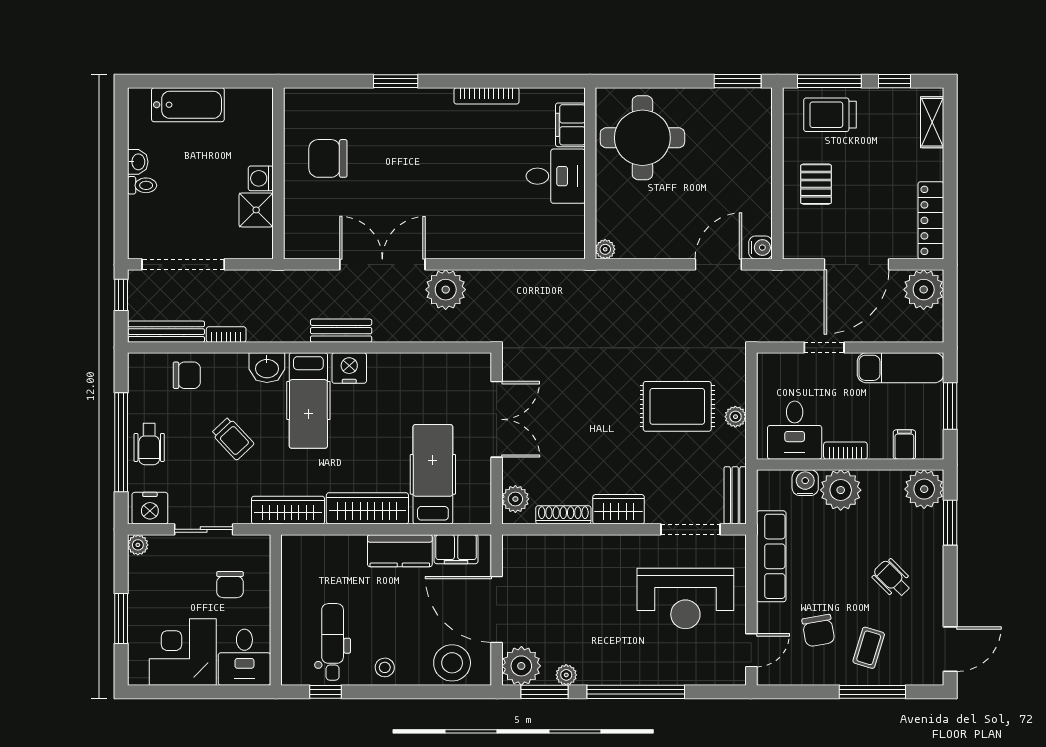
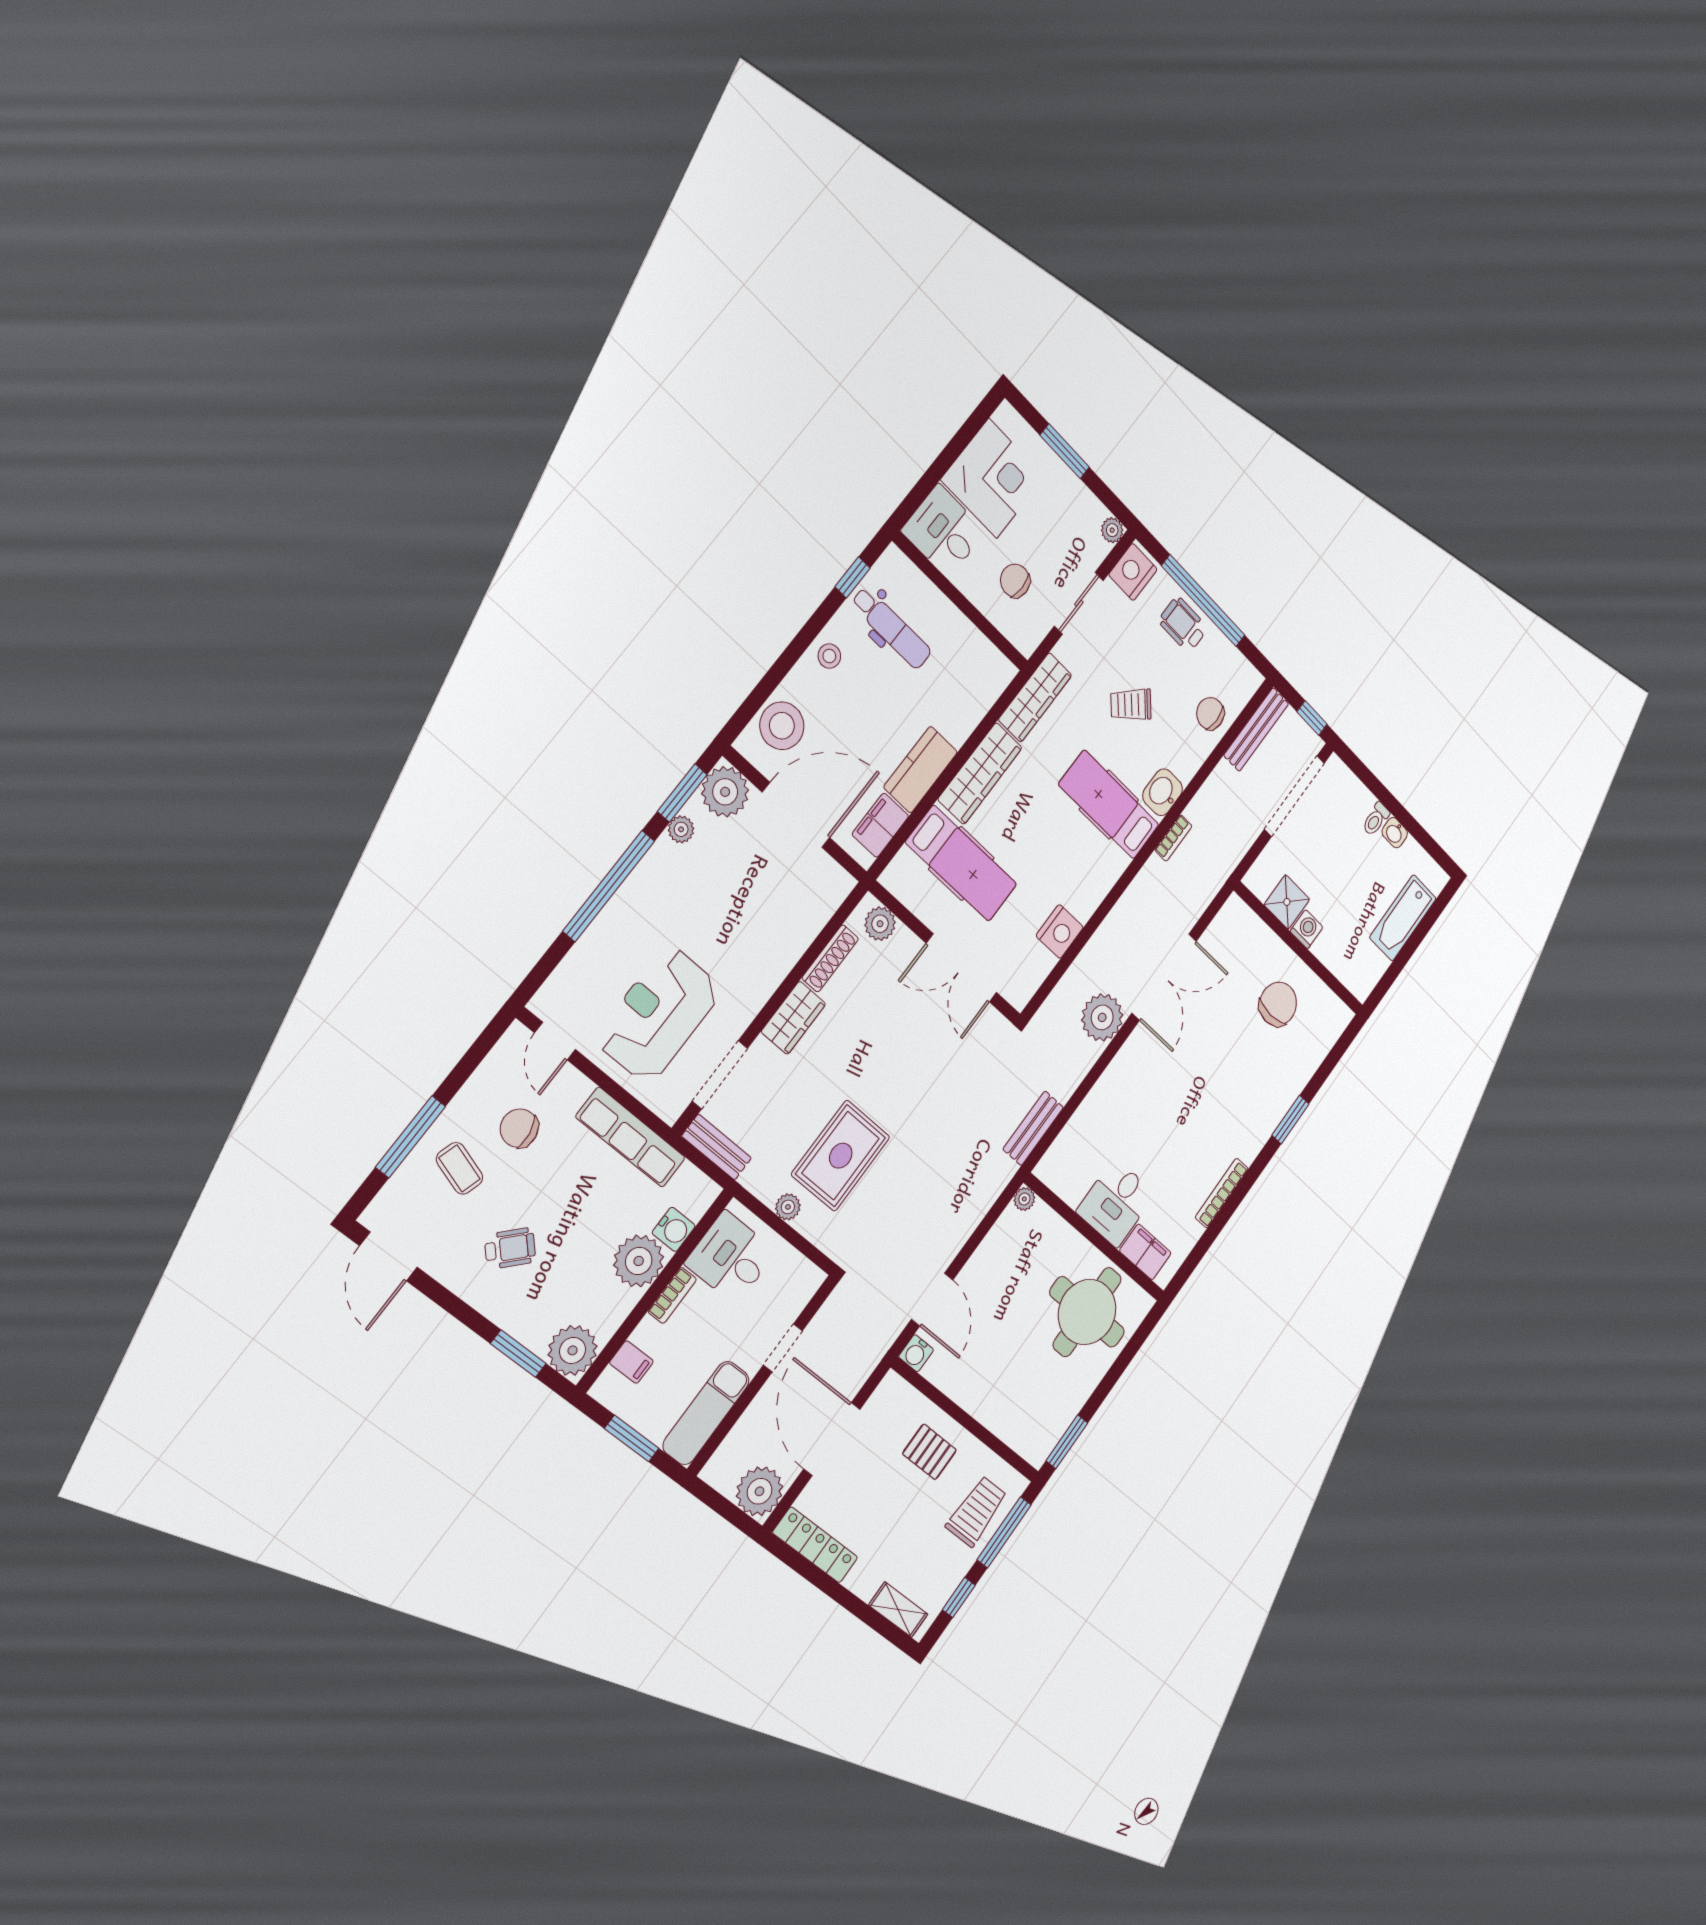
bench: (341, 331) -> (1033, 1128), moved
bookcase: (226, 334) -> (1173, 838), moved
nightstand: (349, 368) -> (1060, 931), moved
chair: (187, 375) -> (1210, 714), turned 90

